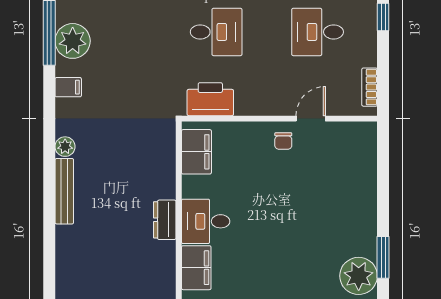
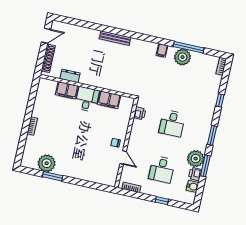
desk: (318, 32) -> (162, 169), turned 180
printer: (210, 99) -> (140, 113), width x0.53, depth x0.68
plant: (65, 147) -> (135, 43), removed
filing cabinet: (196, 152) -> (109, 100), moved
dresser: (165, 220) -> (70, 76), moved

